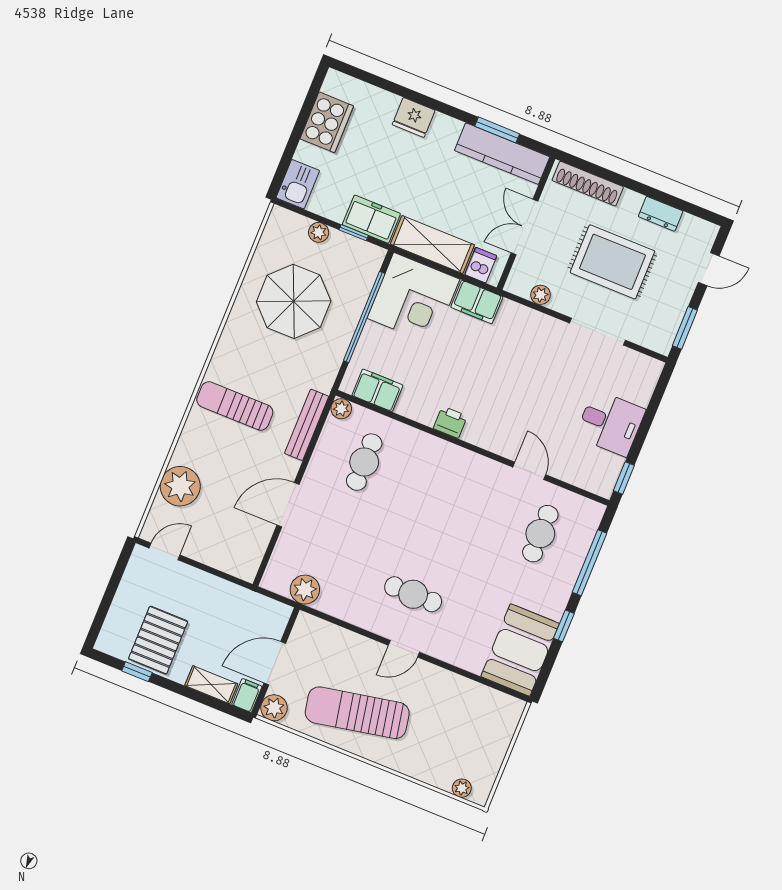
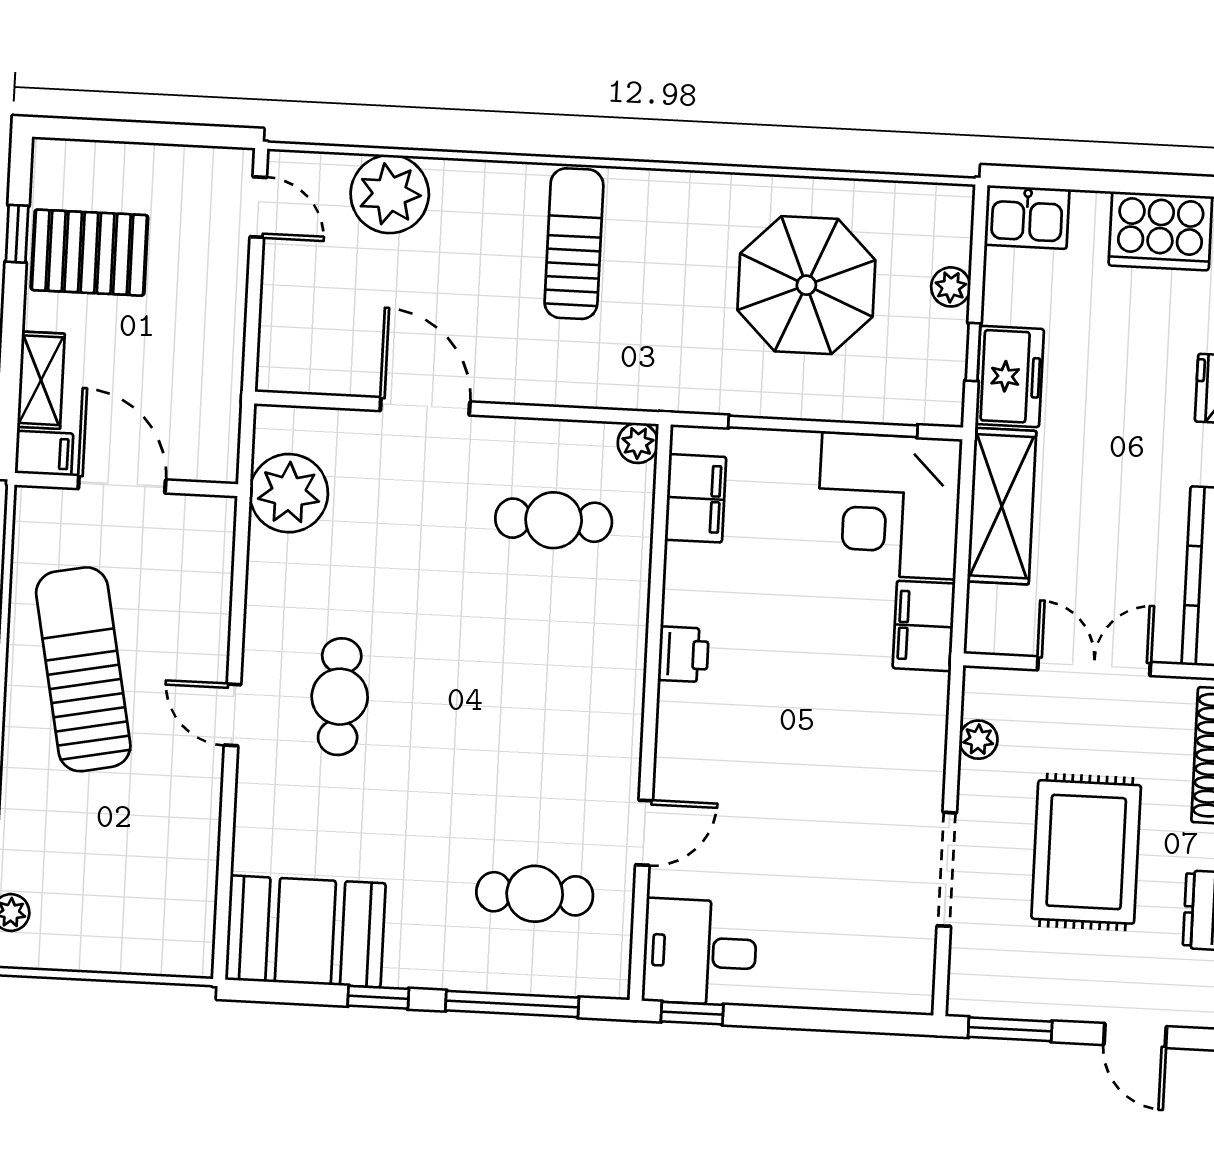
dishwasher: (481, 265) -> (995, 609), removed
desk: (610, 423) -> (700, 952), moved, turned 90
bench: (307, 425) -> (586, 389), removed
plant: (305, 590) -> (289, 493), width x1.36, depth x1.36
plant: (274, 708) -> (39, 512), removed

